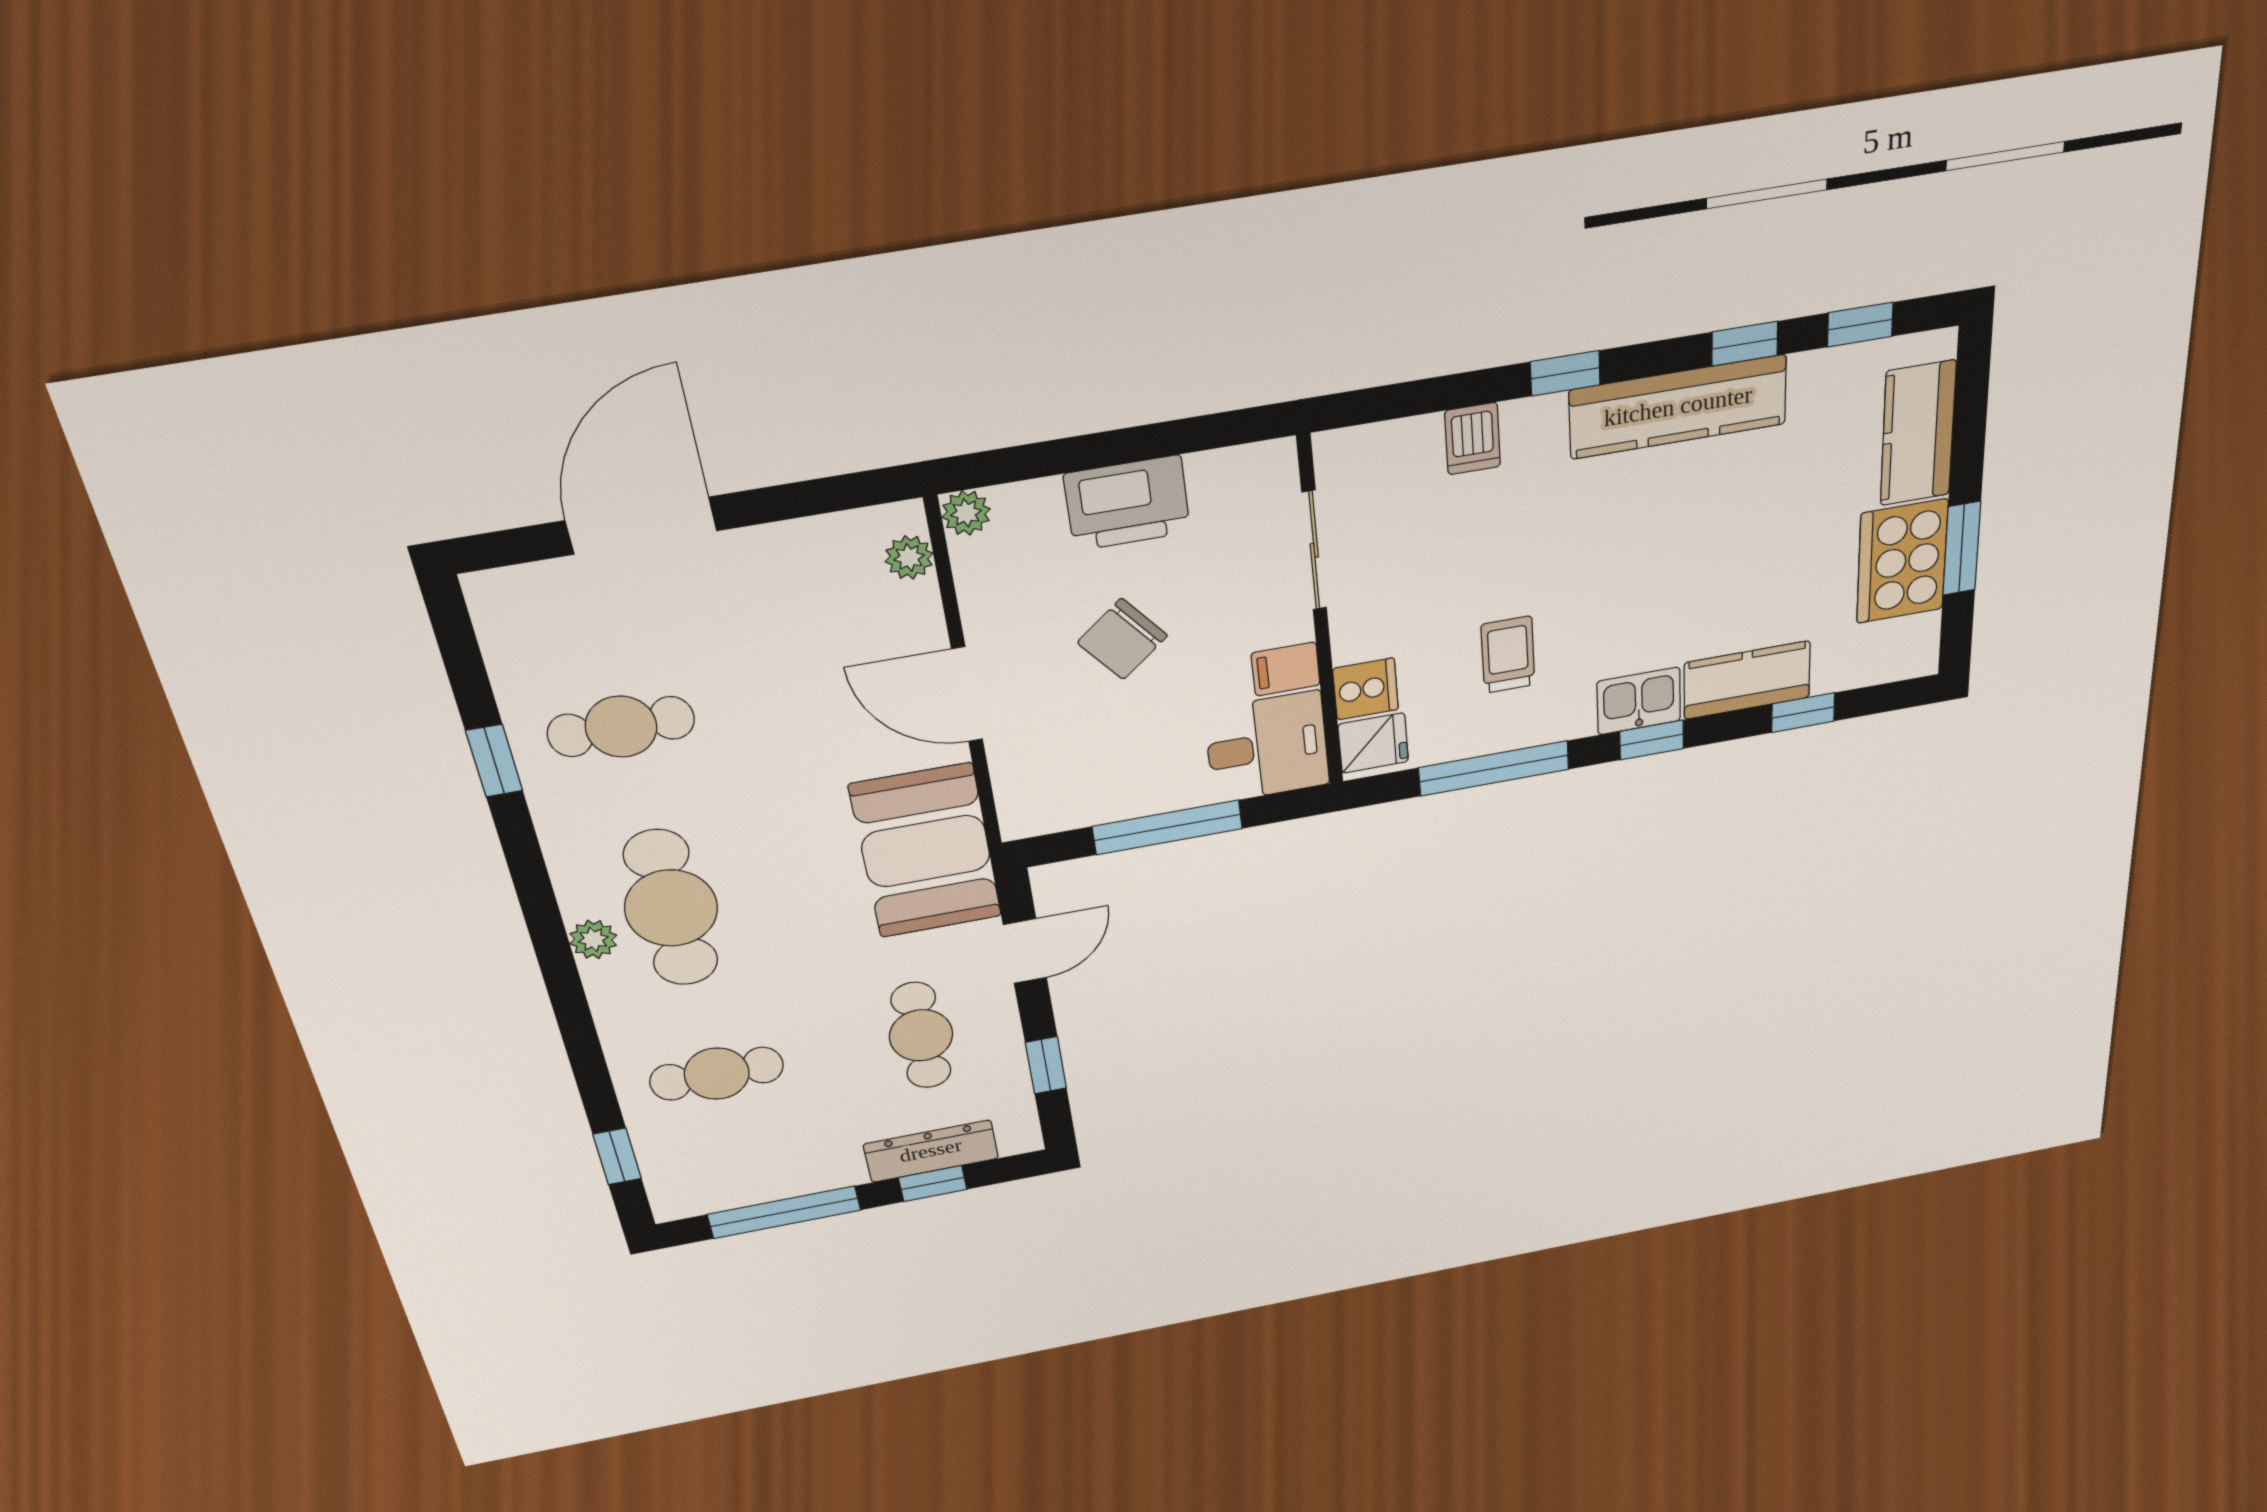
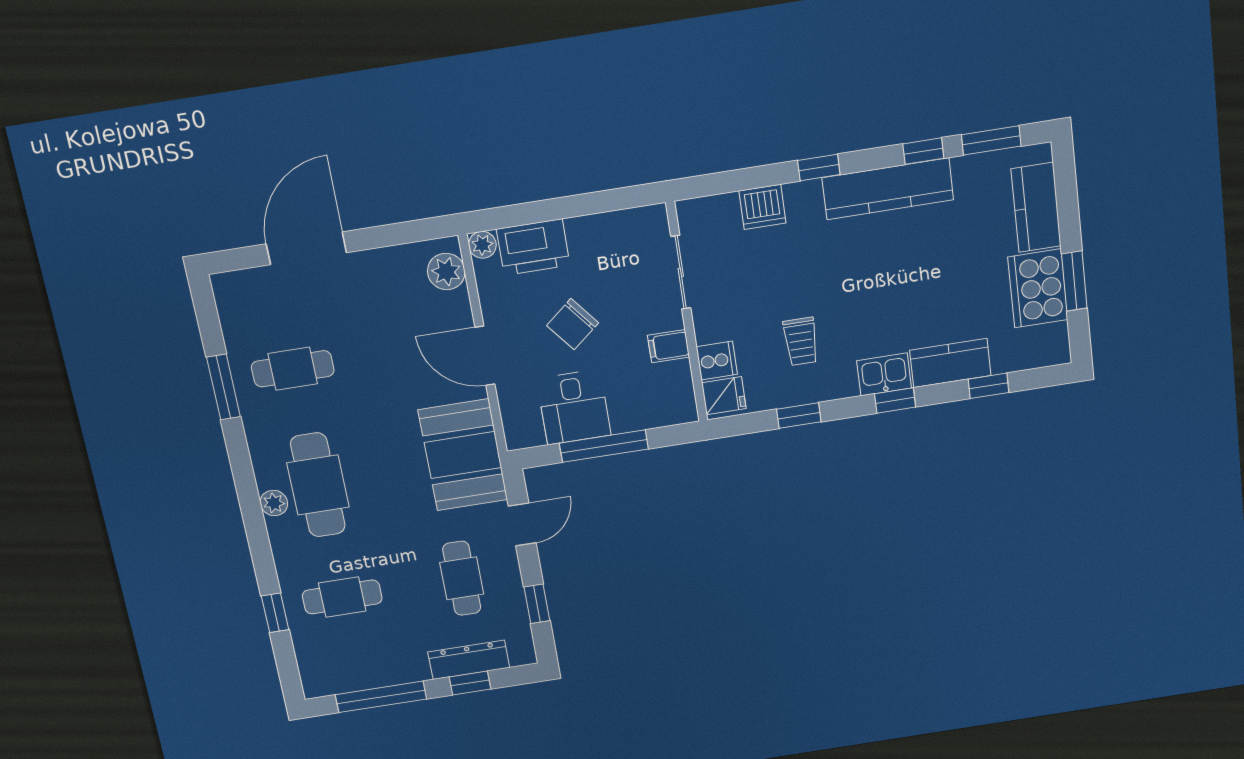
window: (1860, 325) -> (991, 140), width x1.50
dishwasher: (1473, 439) -> (762, 207), width x1.38
printer: (1127, 503) -> (533, 247), moved
plant: (909, 557) -> (446, 272), width x1.38, depth x1.38
trolley: (1508, 655) -> (801, 341), turned 180
desk: (1267, 747) -> (574, 407), moved, turned 90
window: (494, 761) -> (223, 387), width x1.50
window: (1494, 768) -> (799, 416), width x0.46
window: (617, 1157) -> (275, 613), moved

